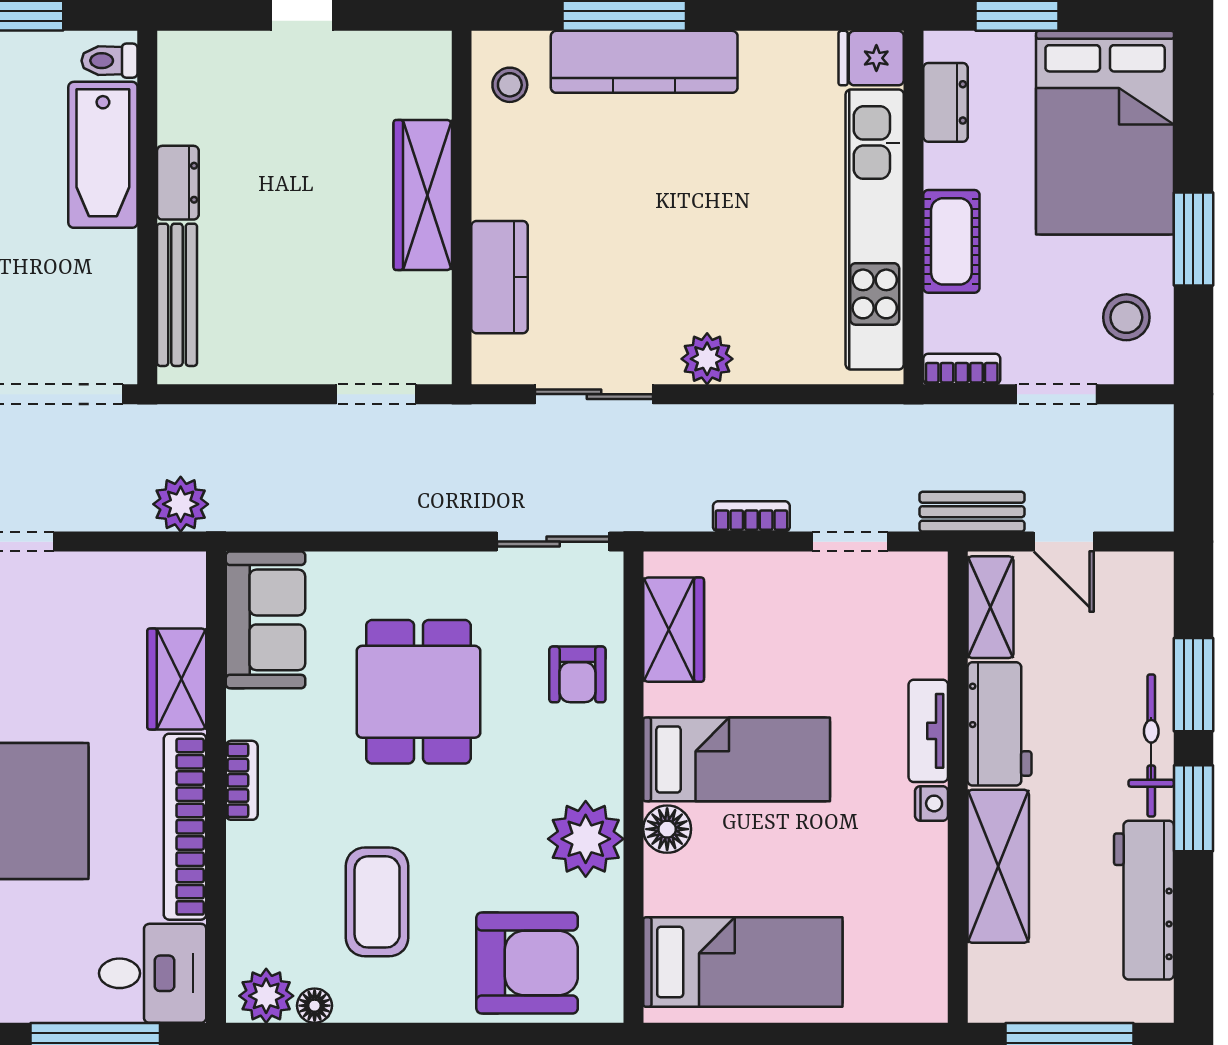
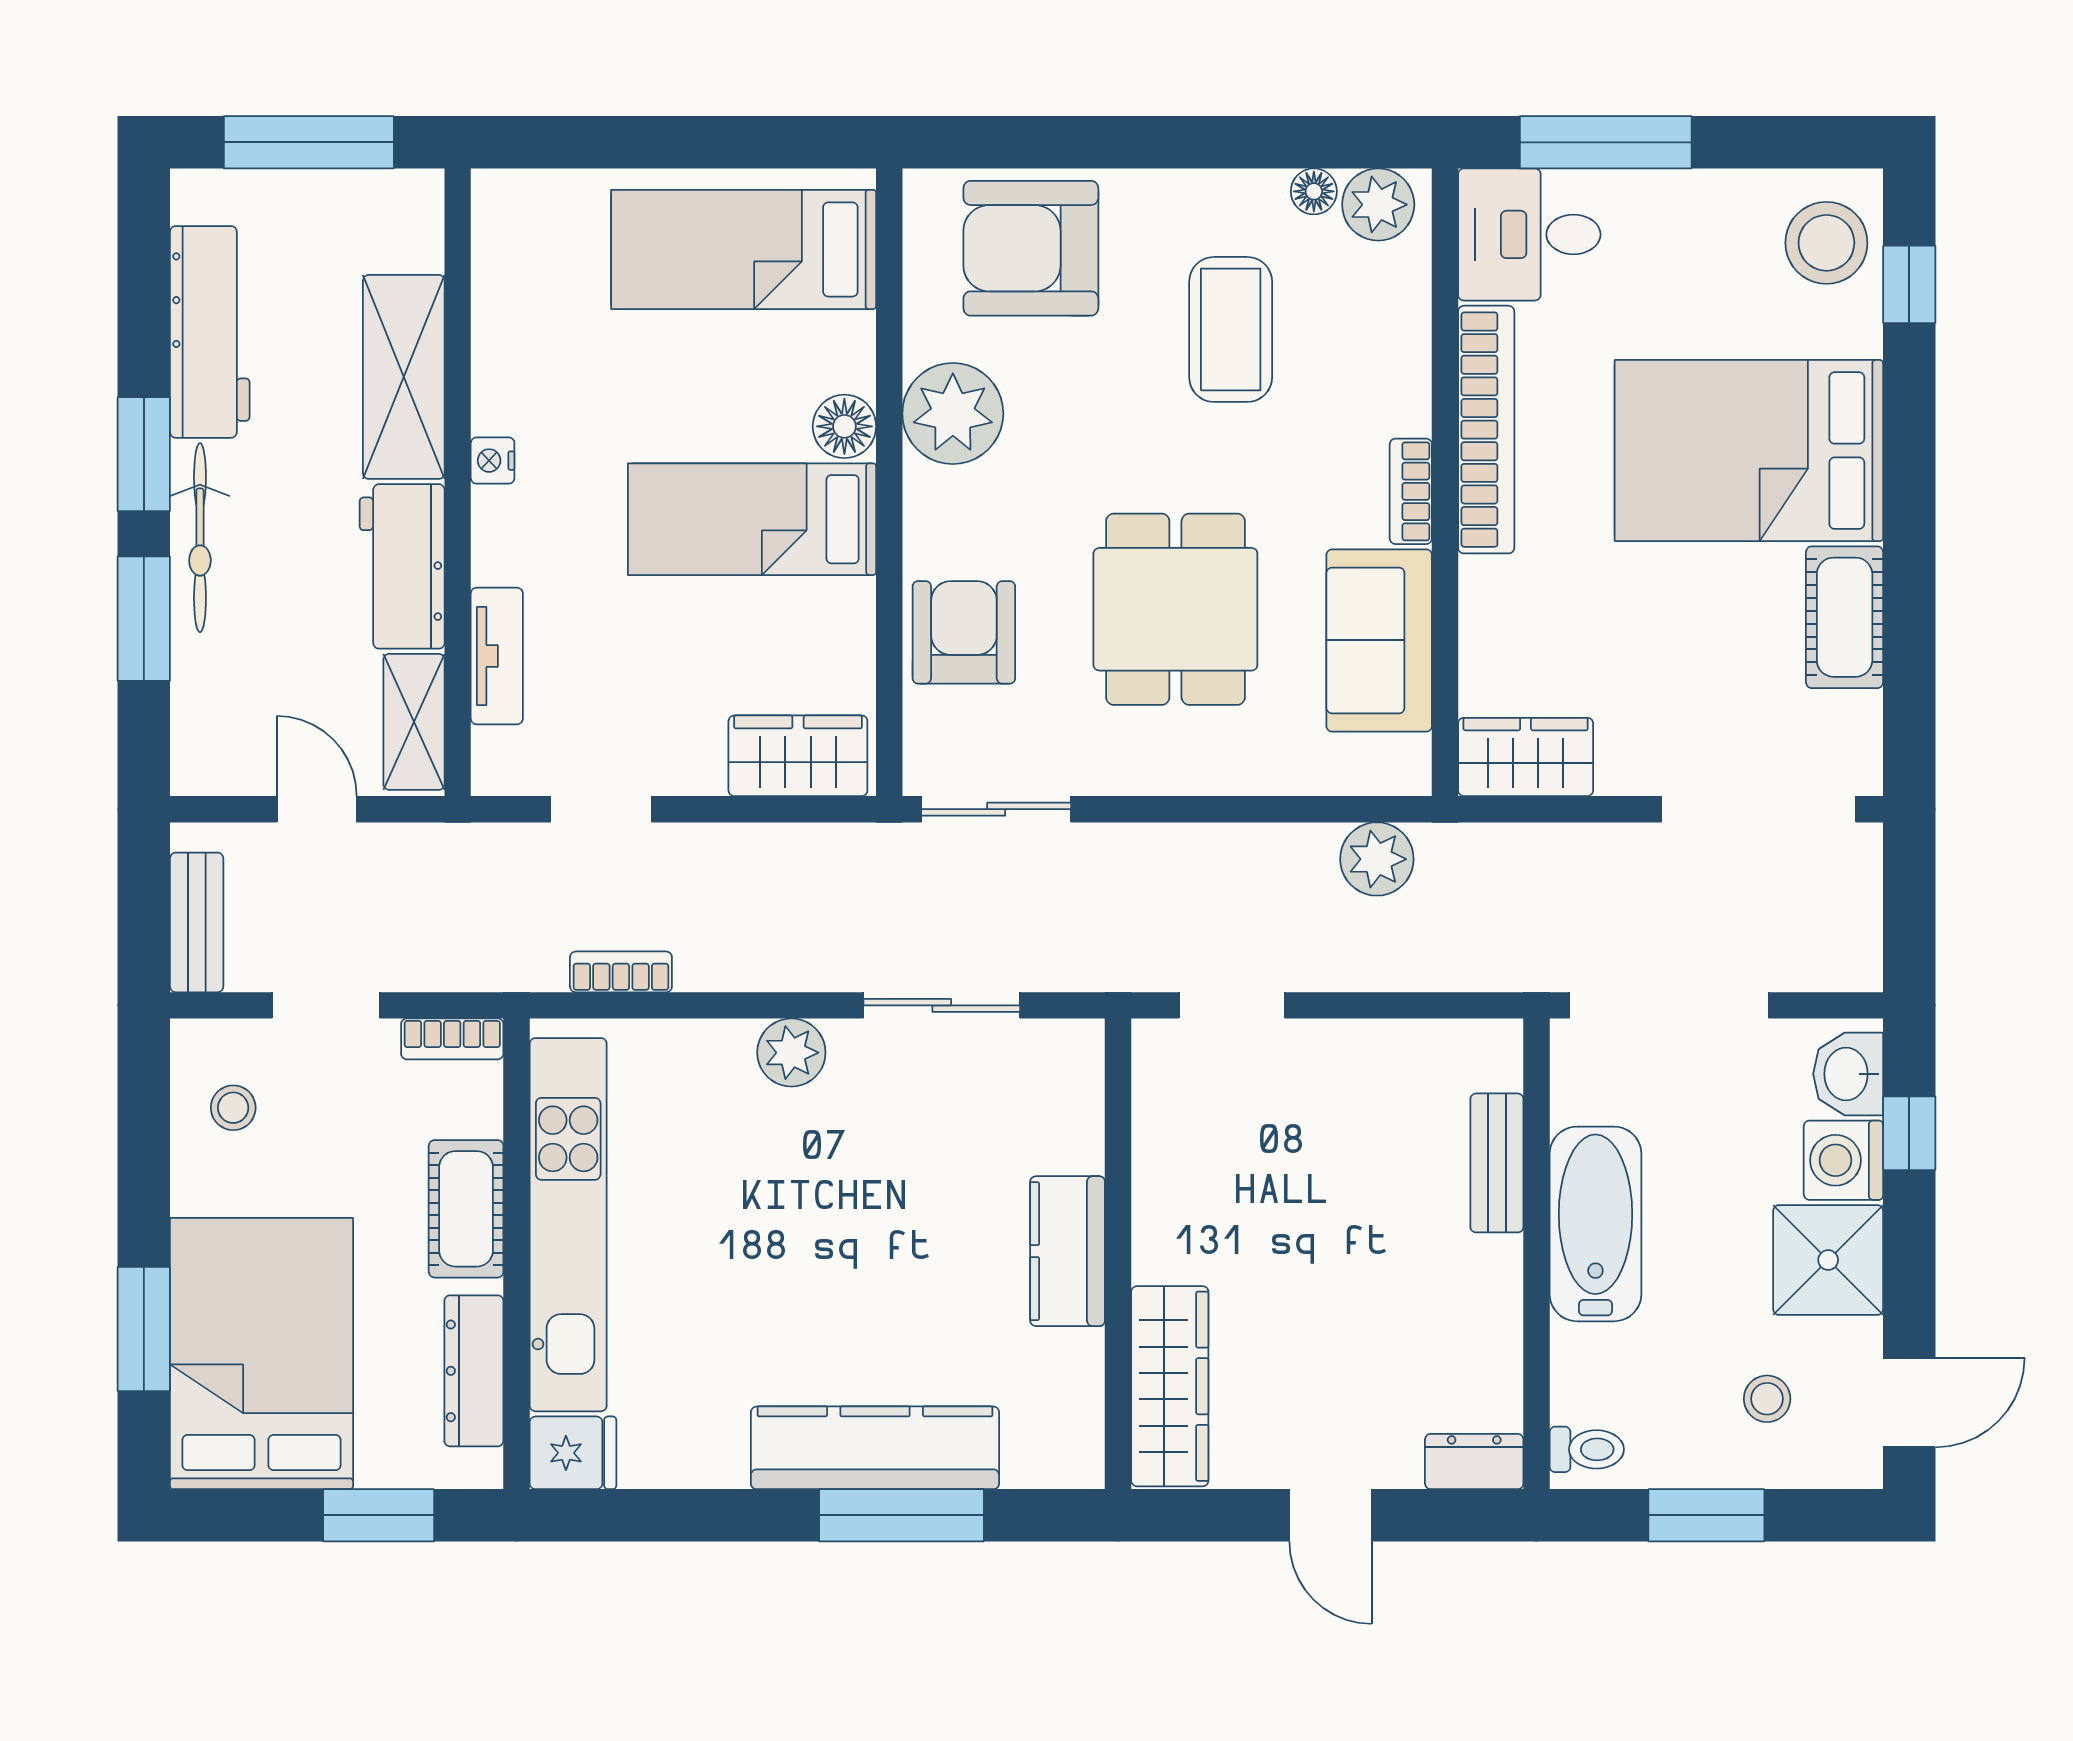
stool: (510, 85) -> (1054, 1417), removed
dresser: (946, 102) -> (474, 1371), width x1.44
bathtub: (103, 155) -> (1595, 1224), moved
dresser: (178, 183) -> (1474, 1462), moved, turned 90
wardrobe: (423, 195) -> (1170, 1386), moved
window: (1193, 239) -> (144, 1329), moved
kitchen counter: (500, 277) -> (1068, 1251), moved
bench: (177, 295) -> (1497, 1163), width x0.73
stool: (1126, 317) -> (233, 1108), width x0.73, depth x0.73
plant: (181, 504) -> (1377, 859), moved
bench: (972, 512) -> (197, 922), moved, turned 90
bookcase: (751, 516) -> (621, 972), moved, turned 180
sofa: (265, 620) -> (1379, 640), moved
wardrobe: (674, 630) -> (798, 756), moved, turned 90
armchair: (577, 674) -> (964, 632), width x1.38, depth x1.38
wardrobe: (177, 679) -> (1526, 757), moved, turned -90
tv unit: (928, 731) -> (497, 656), moved

